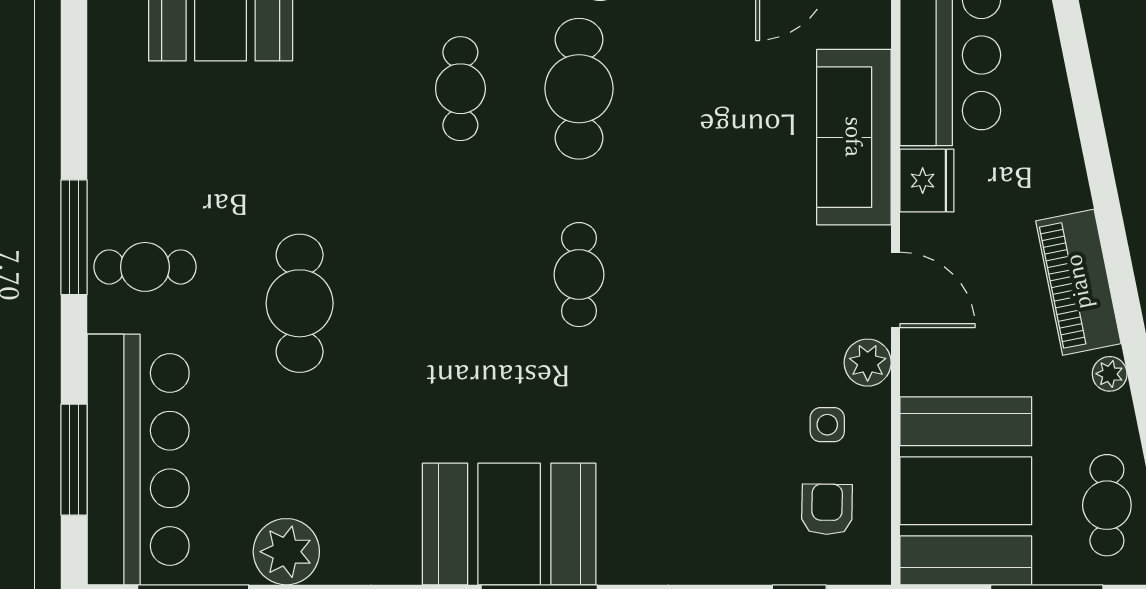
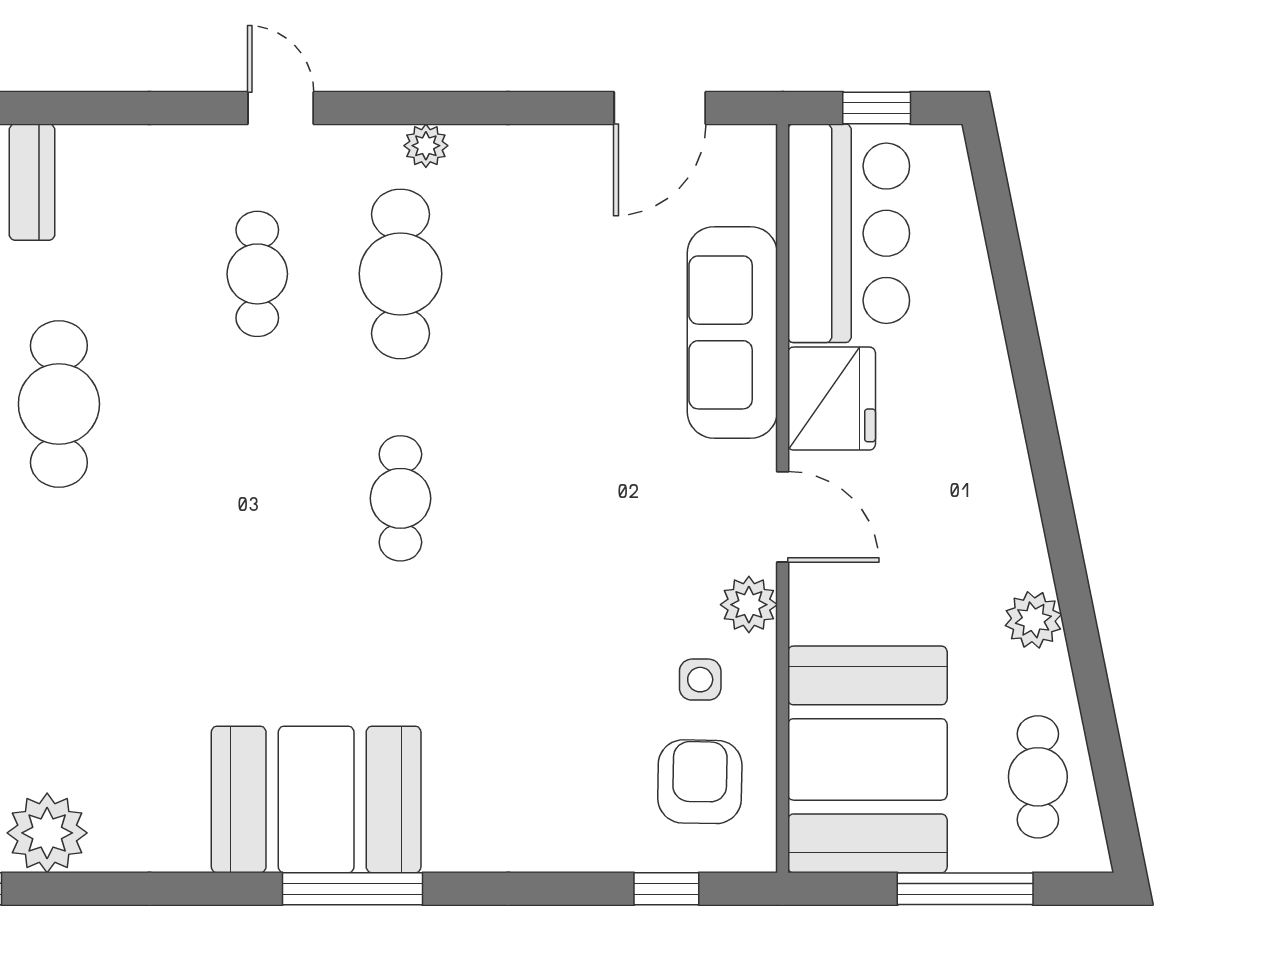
fridge: (927, 181) -> (832, 399), width x1.36, depth x1.34
piano: (1078, 282) -> (1003, 508), removed
cafe table: (300, 303) -> (59, 404), moved
plant: (1110, 374) -> (1033, 620), width x1.38, depth x1.38
armchair: (827, 509) -> (700, 782), width x1.38, depth x1.38

